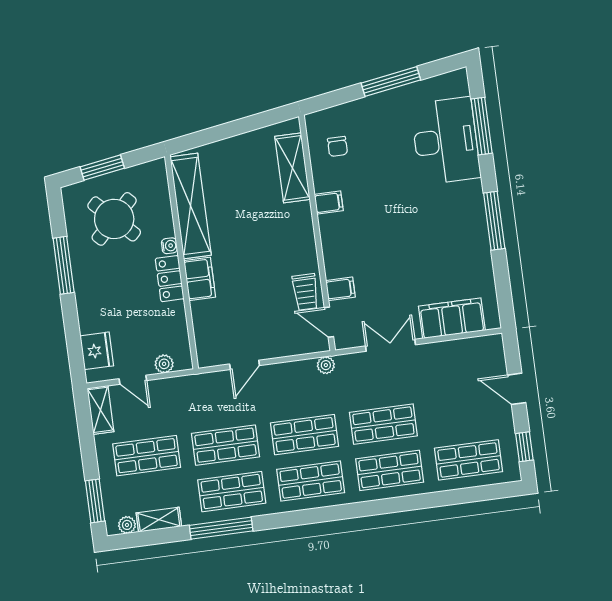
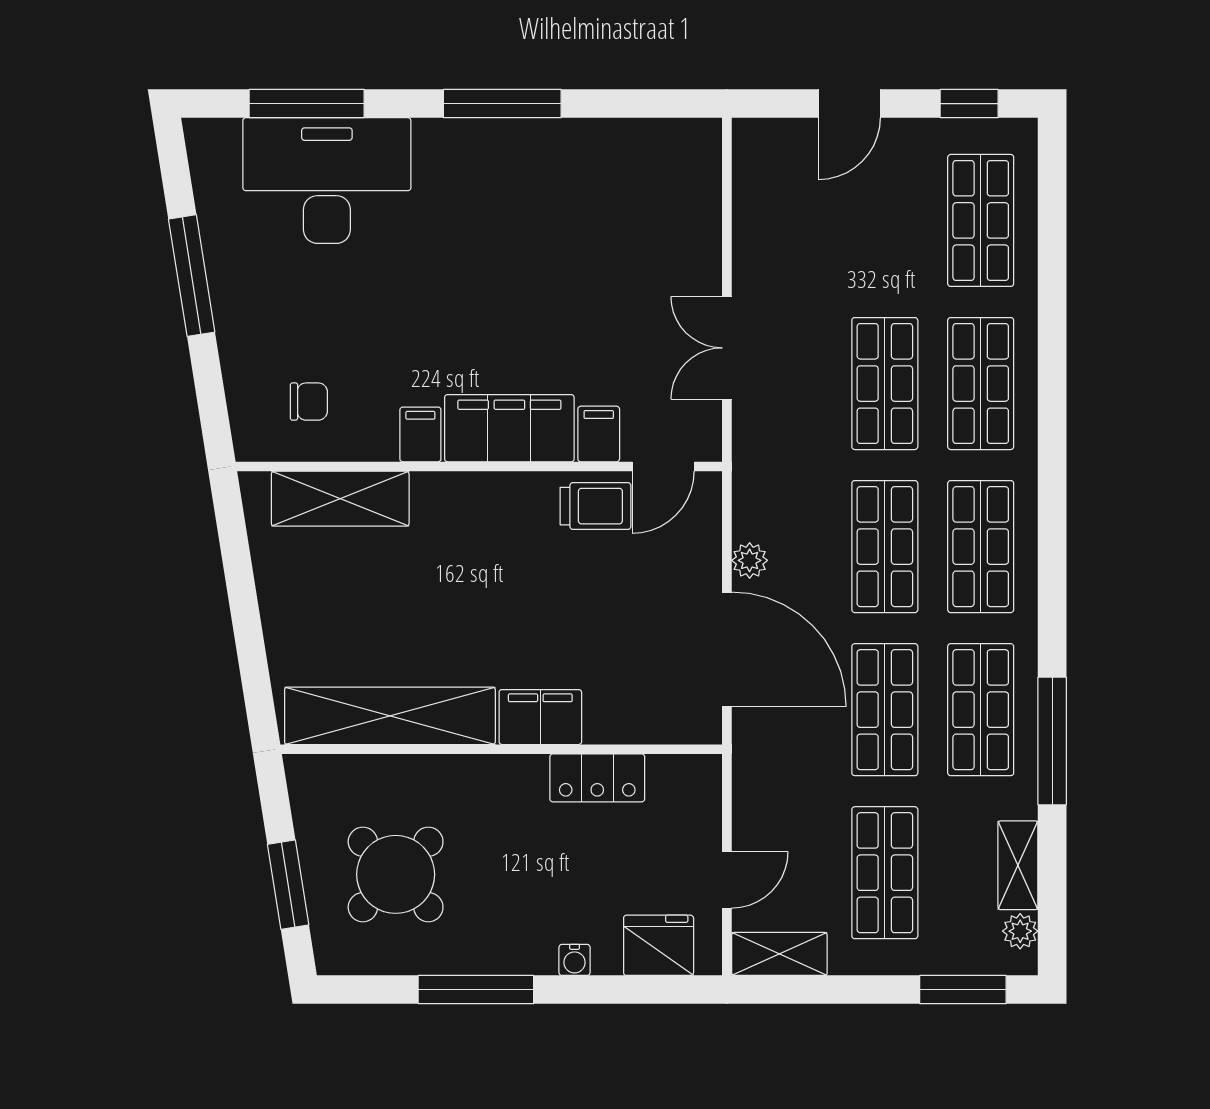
water cooler: (169, 246) -> (575, 960), moved, turned 180
locker: (170, 279) -> (597, 778), moved
filing cabinet: (452, 318) -> (509, 428), moved, turned 90
plant: (164, 364) -> (703, 812), removed
door: (245, 365) -> (727, 649), width x1.87
plant: (326, 365) -> (750, 560), moved

